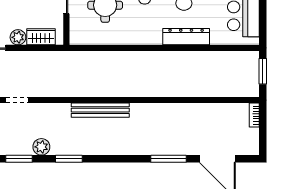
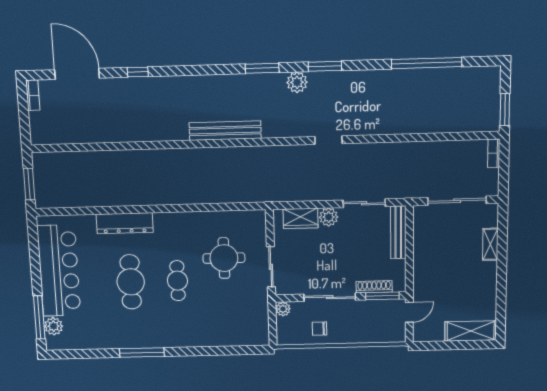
bookcase: (254, 115) -> (33, 95), moved
window: (169, 159) -> (138, 72), width x0.46

